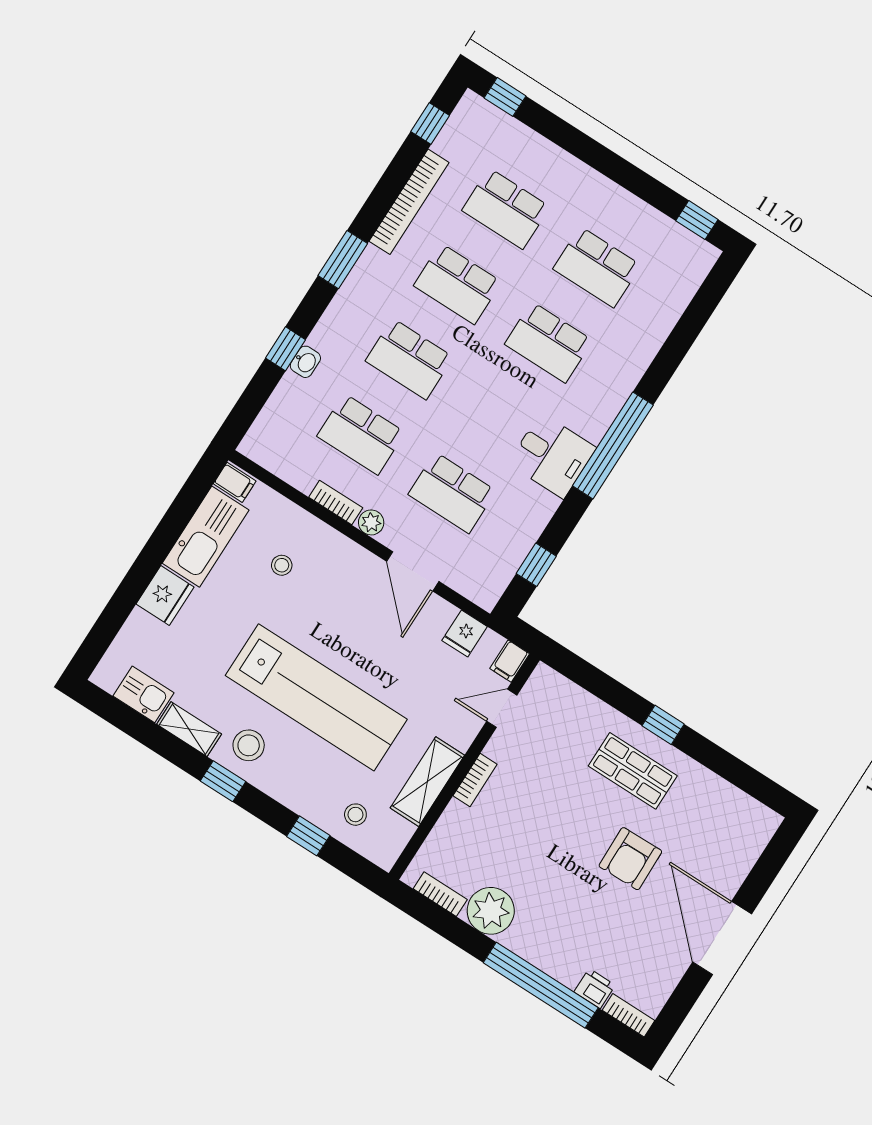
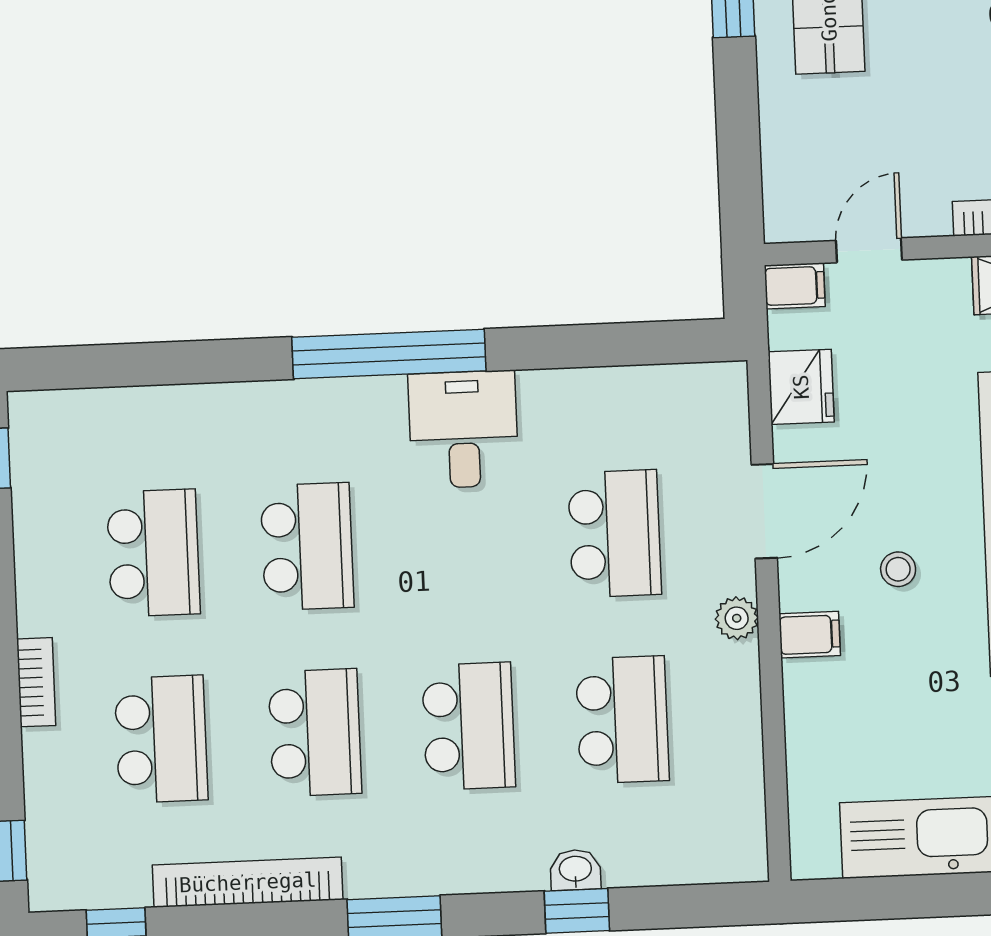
filing cabinet: (235, 482) -> (810, 635), moved, turned 90
bookcase: (336, 502) -> (36, 682), moved, turned 180
stool: (282, 565) -> (898, 569), moved
window: (536, 565) -> (633, 344), removed
fridge: (465, 634) -> (801, 387), width x1.38
door: (502, 708) -> (869, 250), swing flipped

